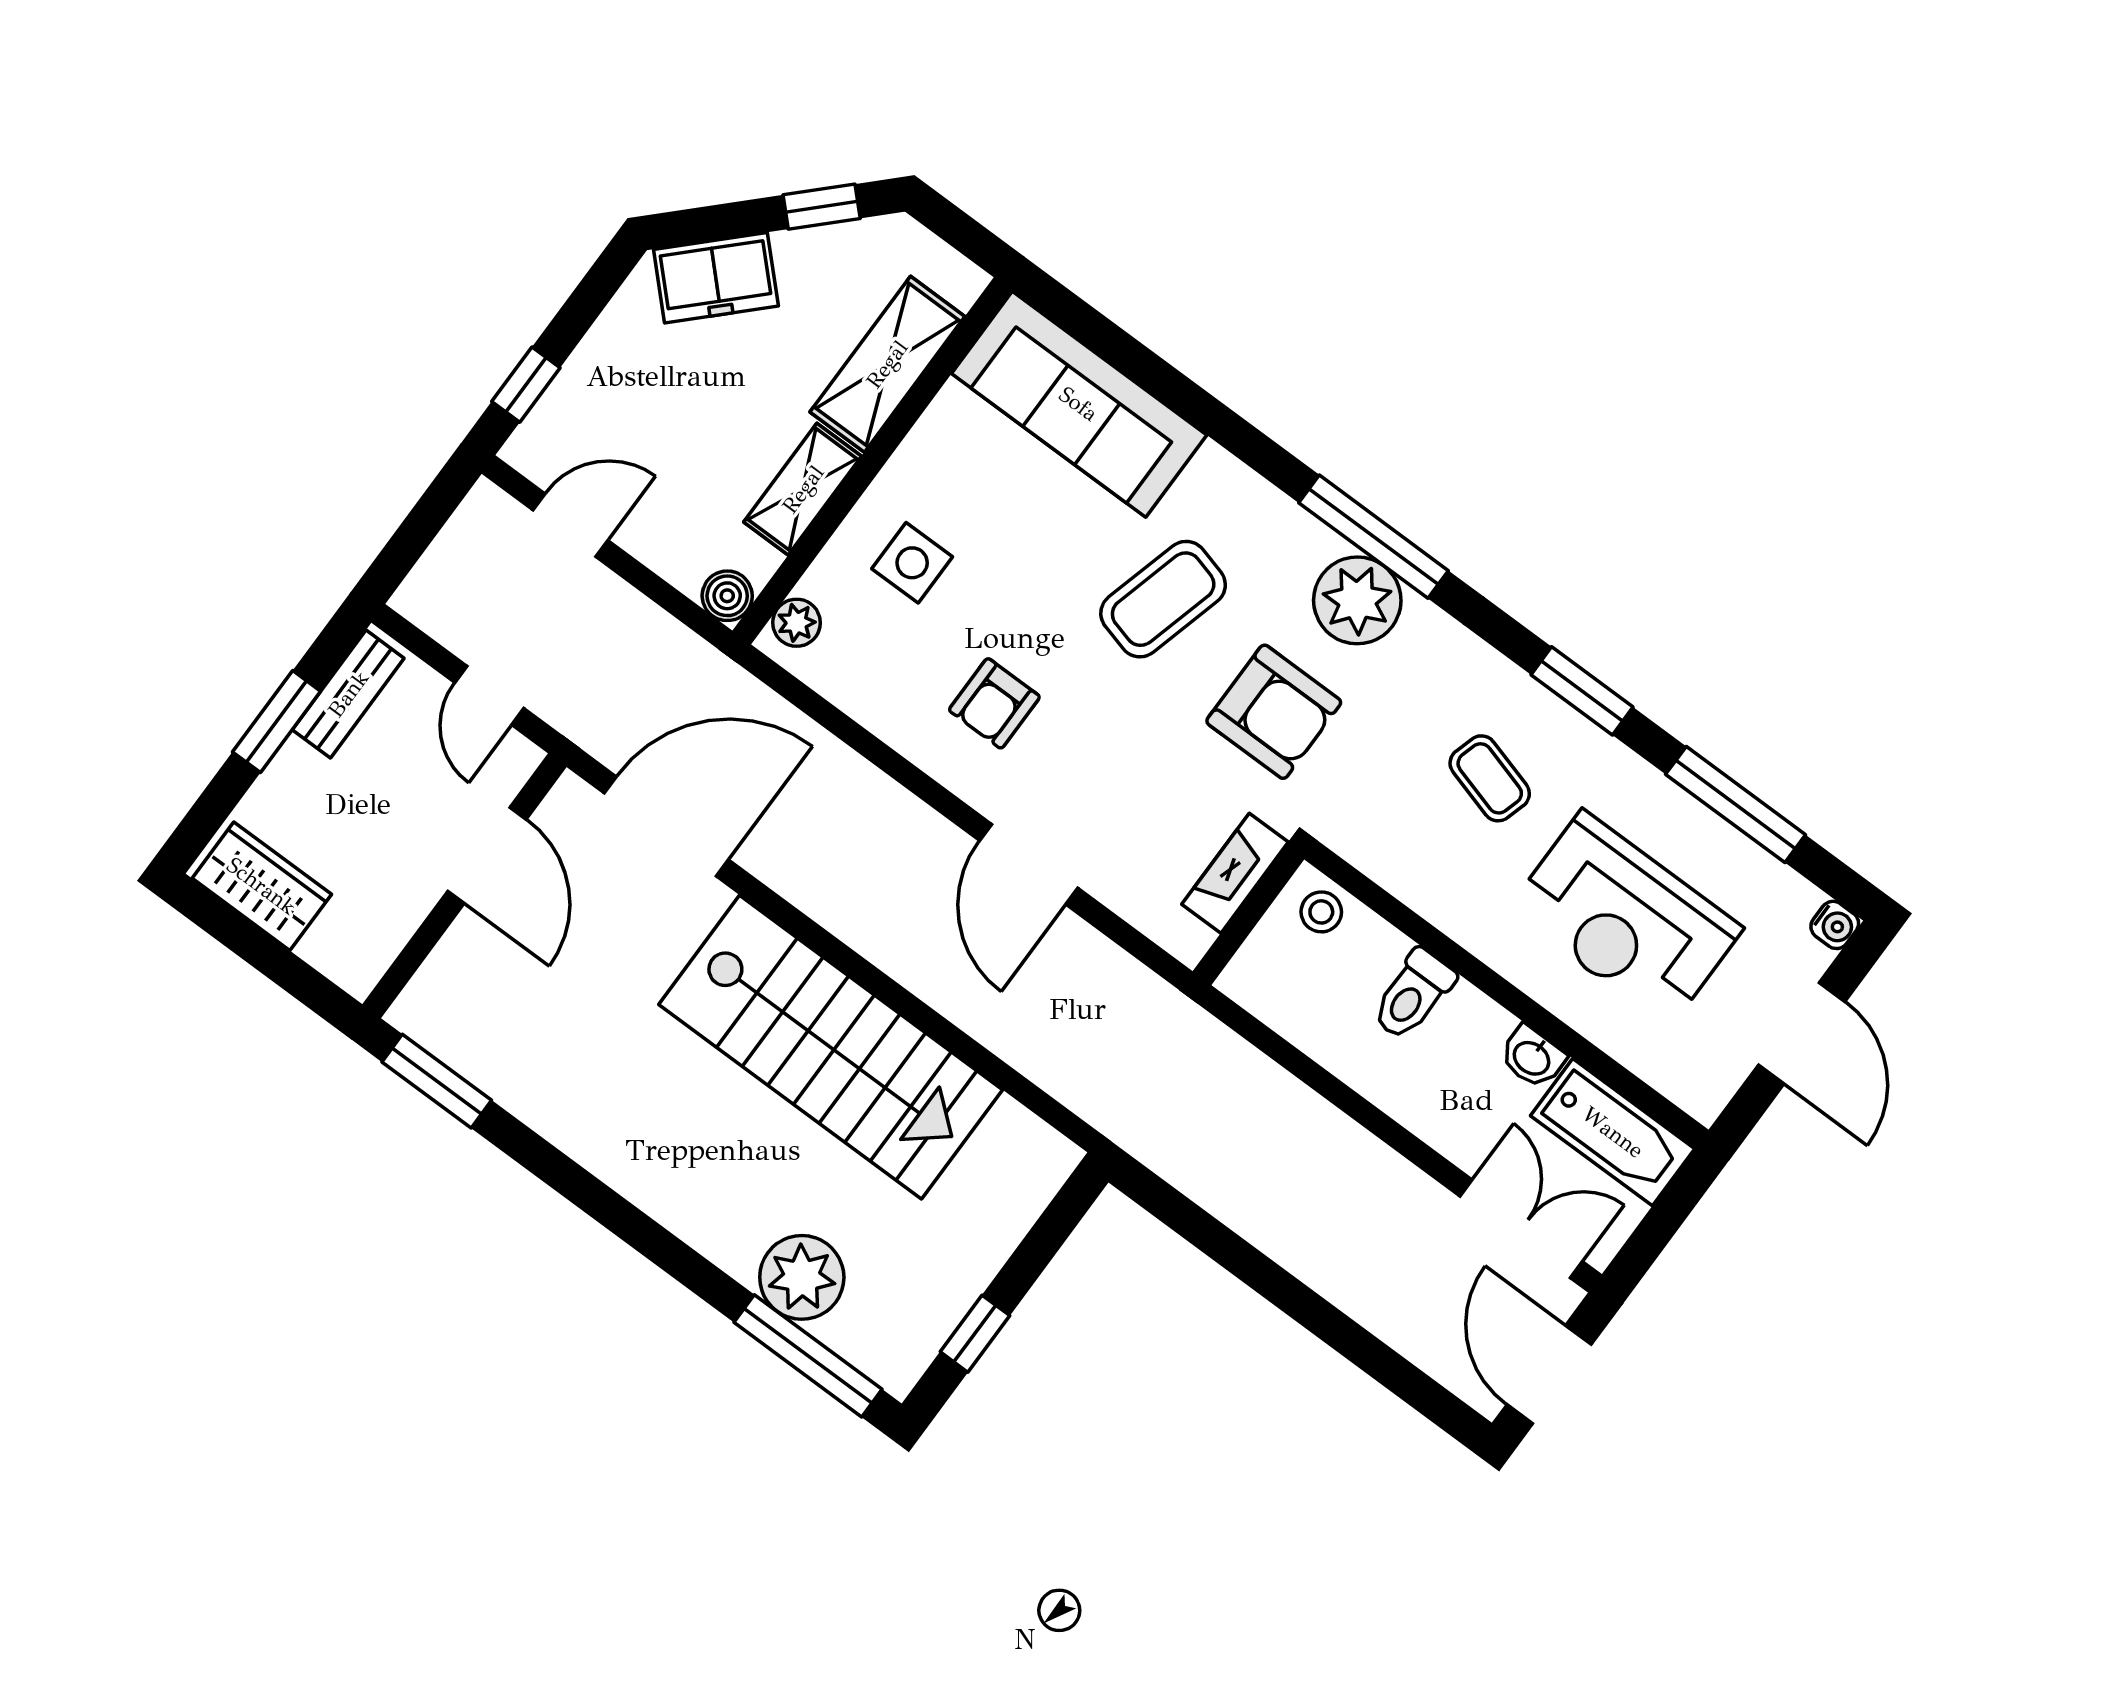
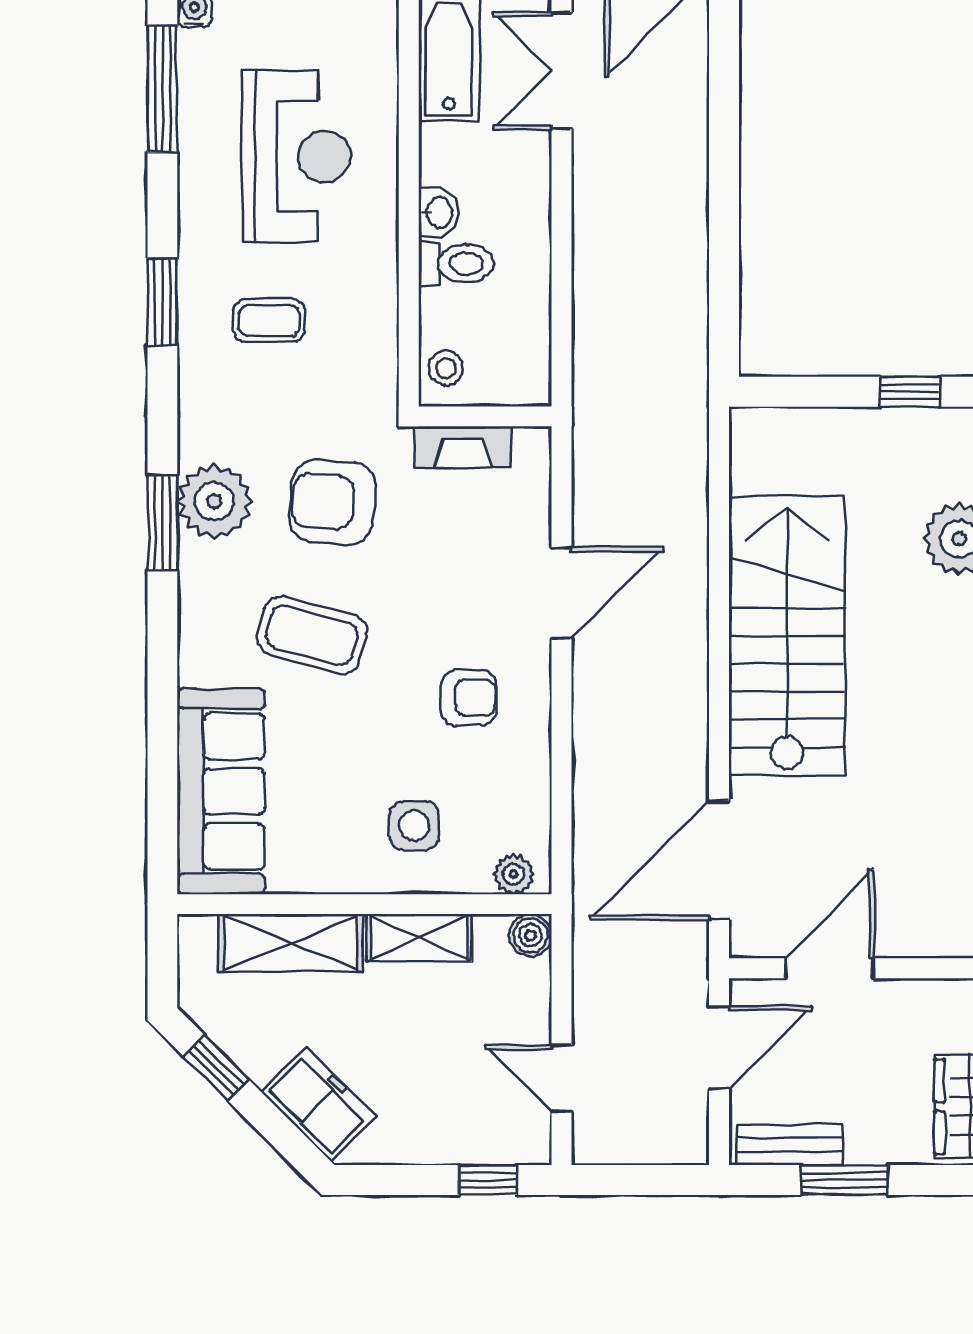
window: (1374, 537) -> (162, 523), width x0.69
door: (489, 695) -> (719, 1048), width x1.38
armchair: (1274, 712) -> (333, 502), turned -85
coffee table: (1490, 778) -> (269, 321), turned 74
window: (1736, 805) -> (162, 89), moved
door: (666, 826) -> (719, 860), hinge flipped
washbasin: (1532, 1057) -> (438, 212), moved

